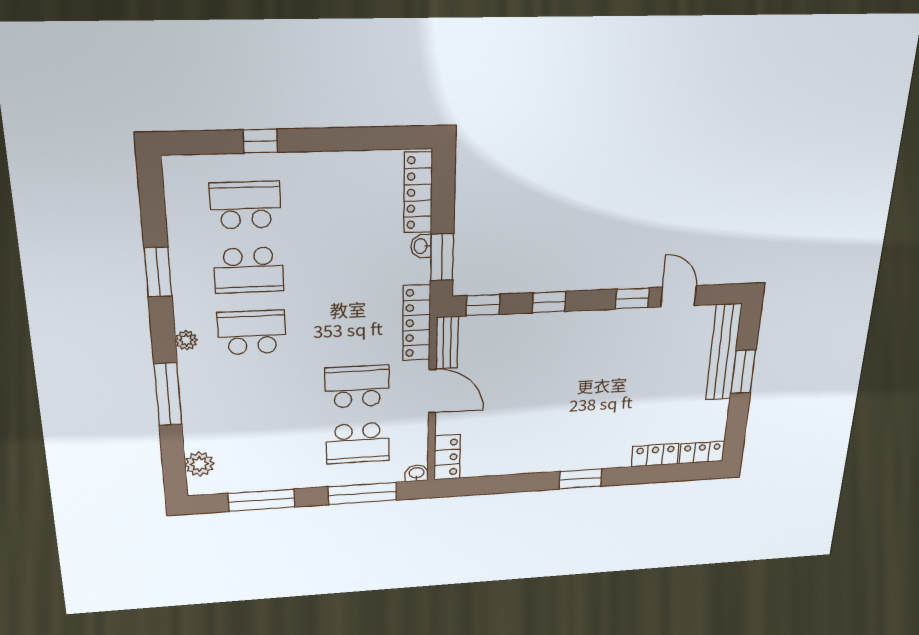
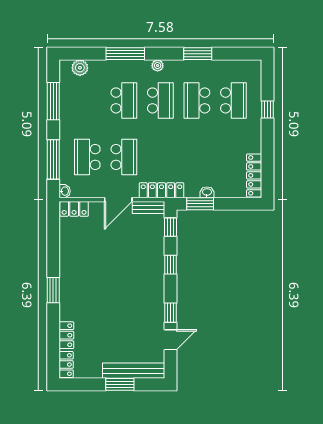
locker: (418, 193) -> (254, 175), moved, turned -90
school desk: (255, 392) -> (124, 100), added

